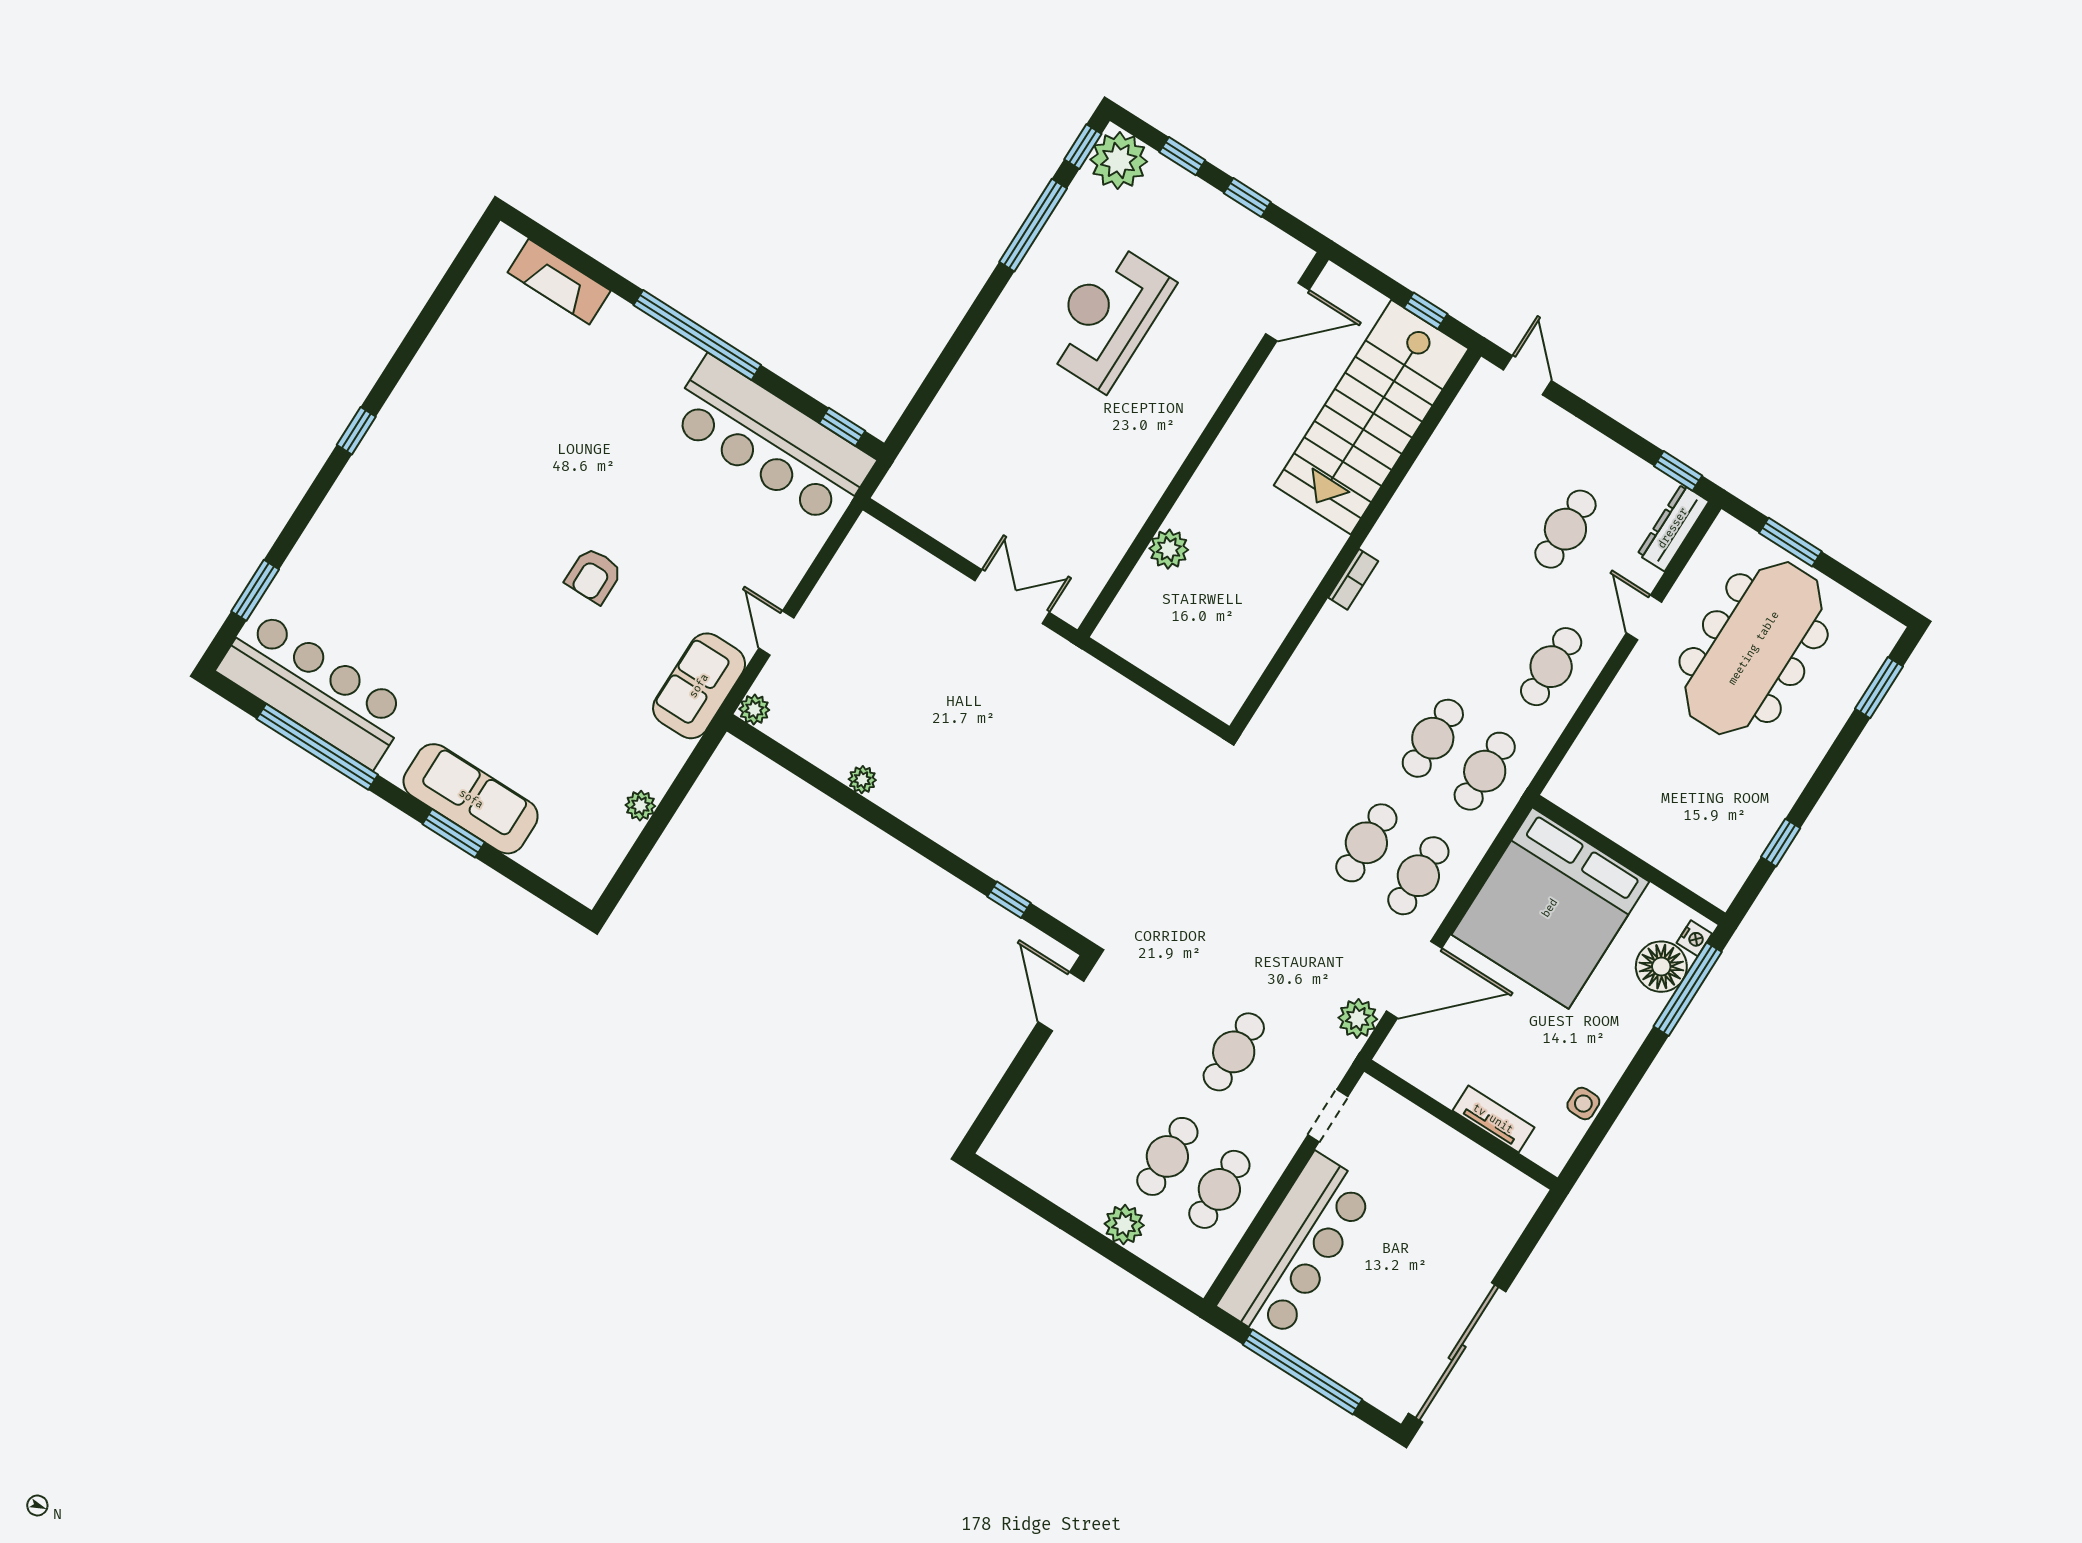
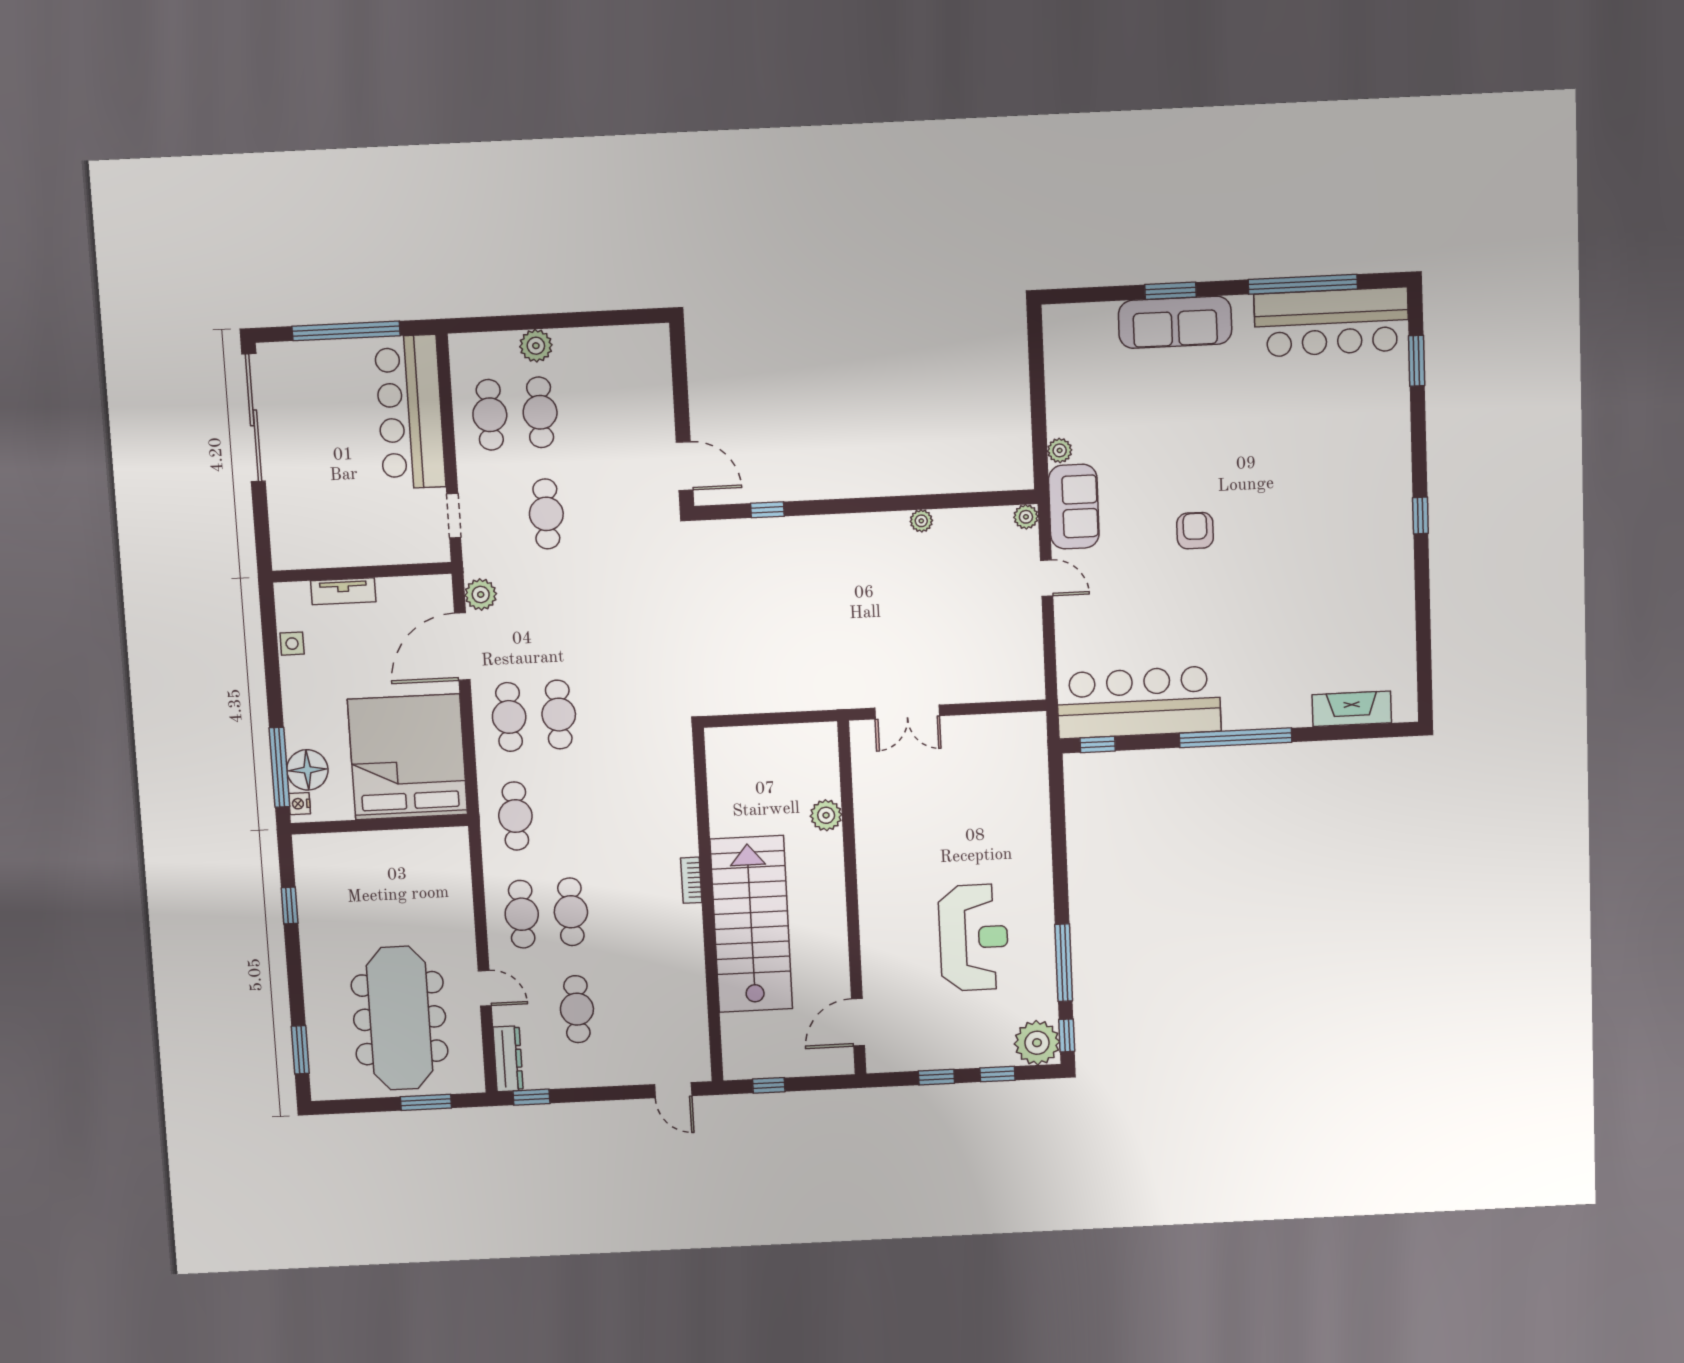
stairs: (1371, 417) -> (751, 924), moved
cafe table: (1433, 738) -> (571, 912), moved
plant: (640, 806) -> (1060, 450), moved

